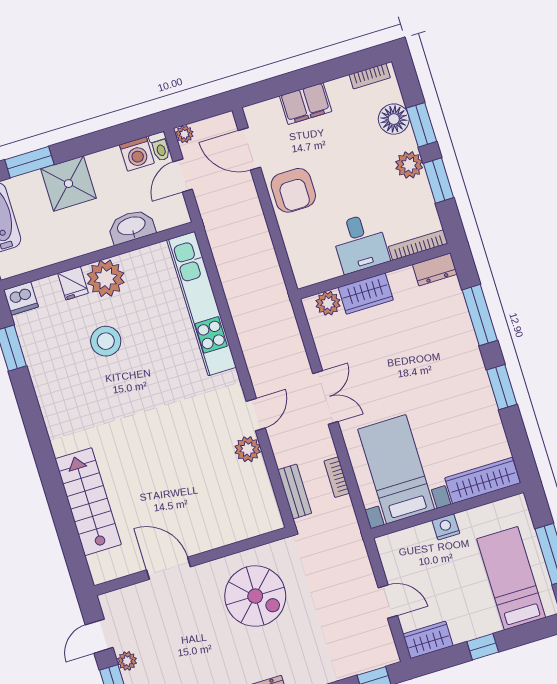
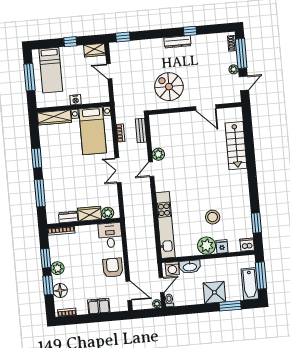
washing machine: (137, 154) -> (172, 269), moved, turned 180
desk: (360, 243) -> (110, 235), moved
dresser: (435, 269) -> (68, 217), moved

